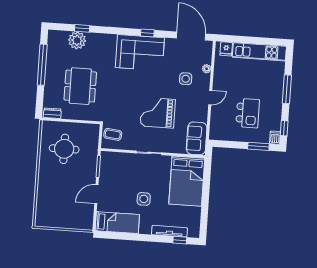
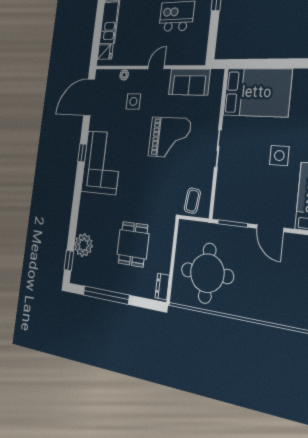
window: (82, 28) -> (69, 260), moved
dining table: (80, 86) -> (133, 244), width x0.73
door: (210, 98) -> (156, 67), hinge flipped
grand piano: (158, 113) -> (170, 137), turned -90
sofa: (197, 138) -> (189, 82), moved
round table: (64, 149) -> (207, 273), width x1.36, depth x1.36

